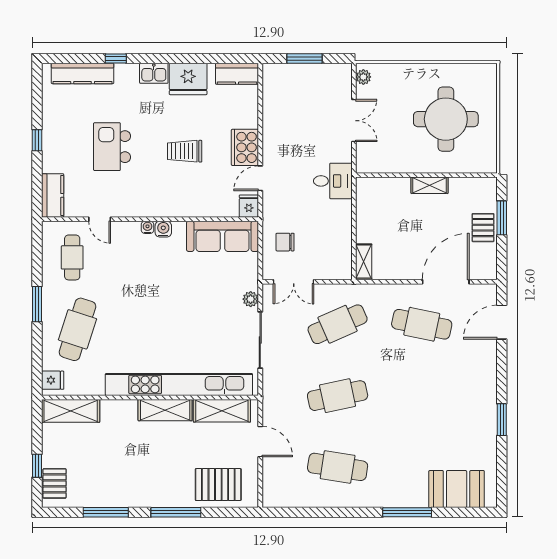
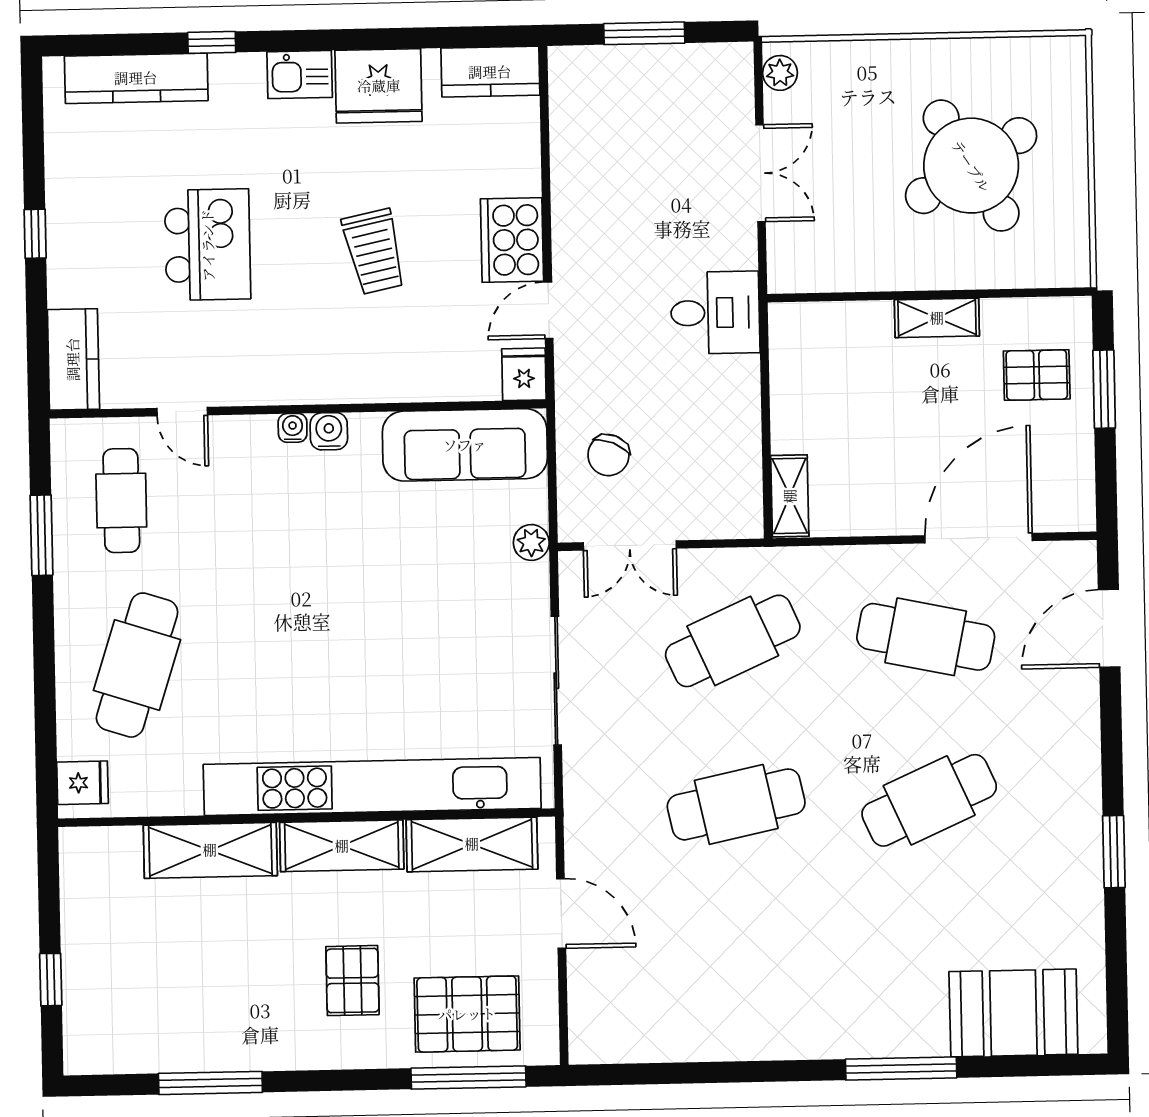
round table: (446, 119) -> (971, 166), turned -31
kitchen island: (112, 147) -> (208, 245), turned 180
trolley: (185, 151) -> (374, 252), turned -102
pallet: (483, 228) -> (1037, 375), moved, turned 90
chair: (285, 242) -> (608, 455), turned -67
plant: (251, 299) -> (531, 542), moved
window: (37, 304) -> (41, 535), moved
shelving: (71, 411) -> (210, 850), moved
cafe table: (338, 467) -> (929, 800), moved, turned -33
pallet: (55, 483) -> (352, 981), moved
window: (176, 512) -> (468, 1078), moved

